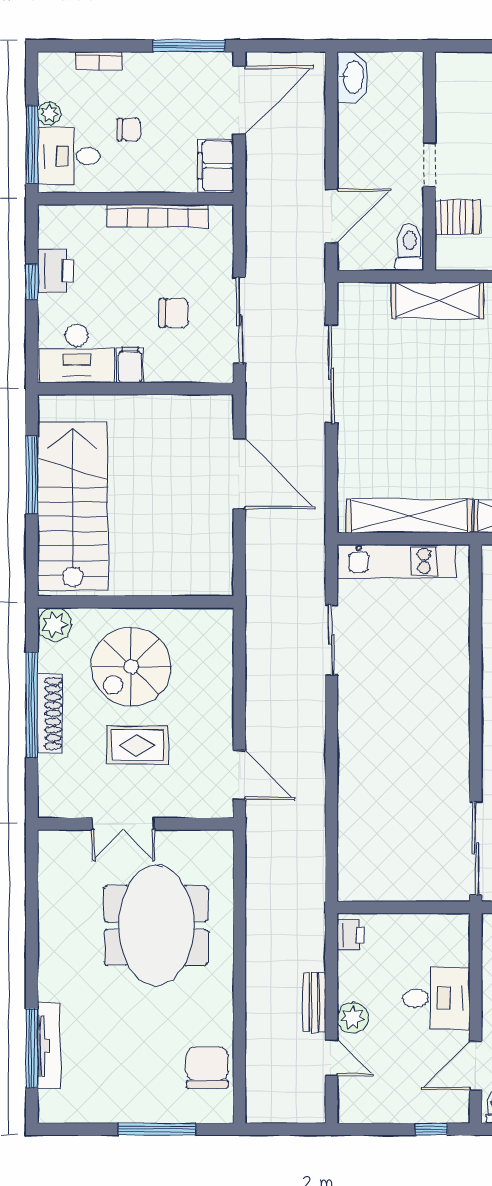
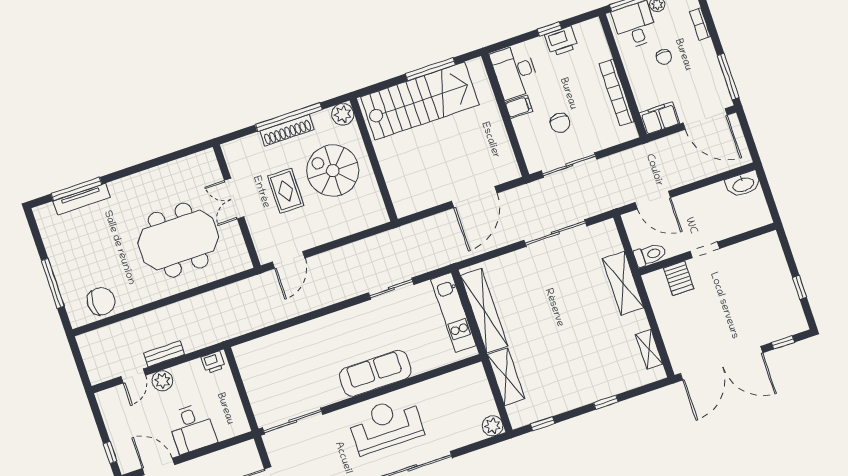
sofa: (447, 705) -> (375, 373), added

